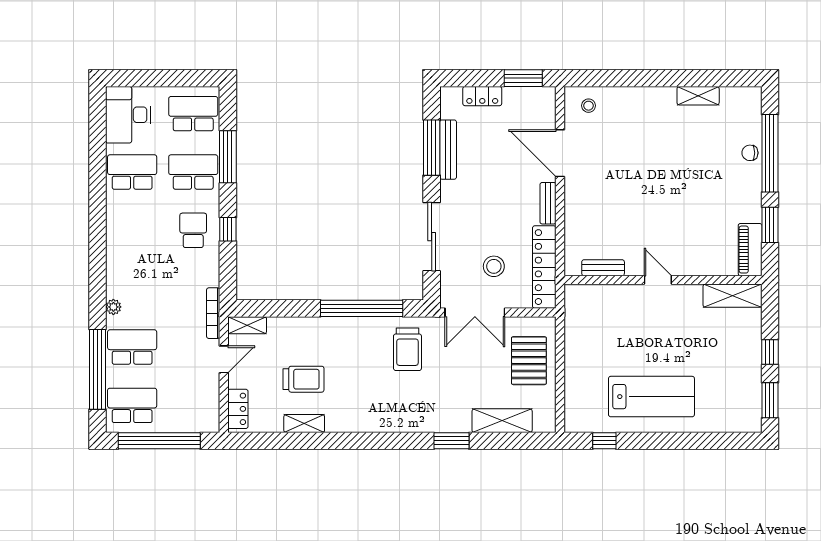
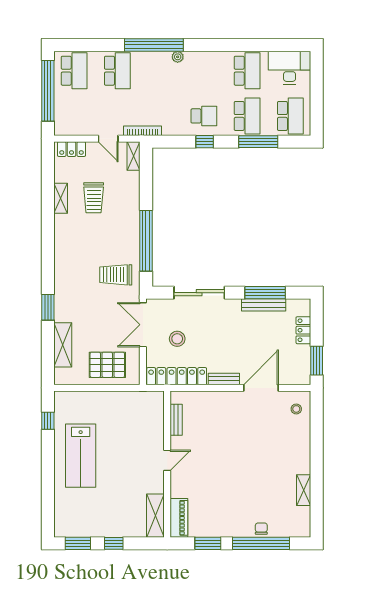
piano: (750, 250) -> (179, 518), moved, turned 90
plant: (113, 307) -> (178, 57), moved
window: (97, 369) -> (154, 45), moved

